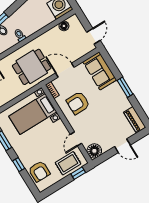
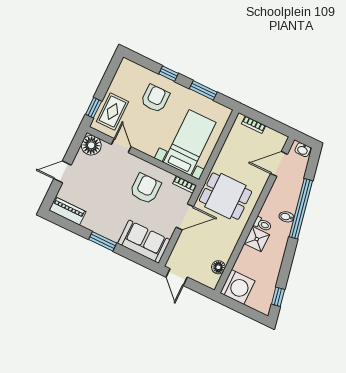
shower: (29, 28) -> (257, 239), added
dining table: (32, 67) -> (225, 196), turned 90
armchair: (39, 171) -> (155, 98), moved, turned 90

